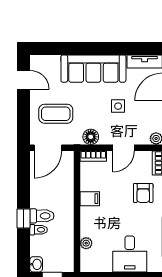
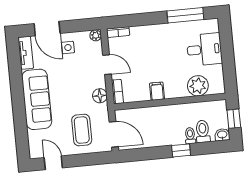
door: (24, 80) -> (53, 163), hinge flipped
side table: (118, 106) -> (68, 48), moved
armchair: (143, 193) -> (147, 42), removed
toilet: (42, 216) -> (203, 131), moved
plant: (86, 243) -> (198, 86), width x1.88, depth x1.88

